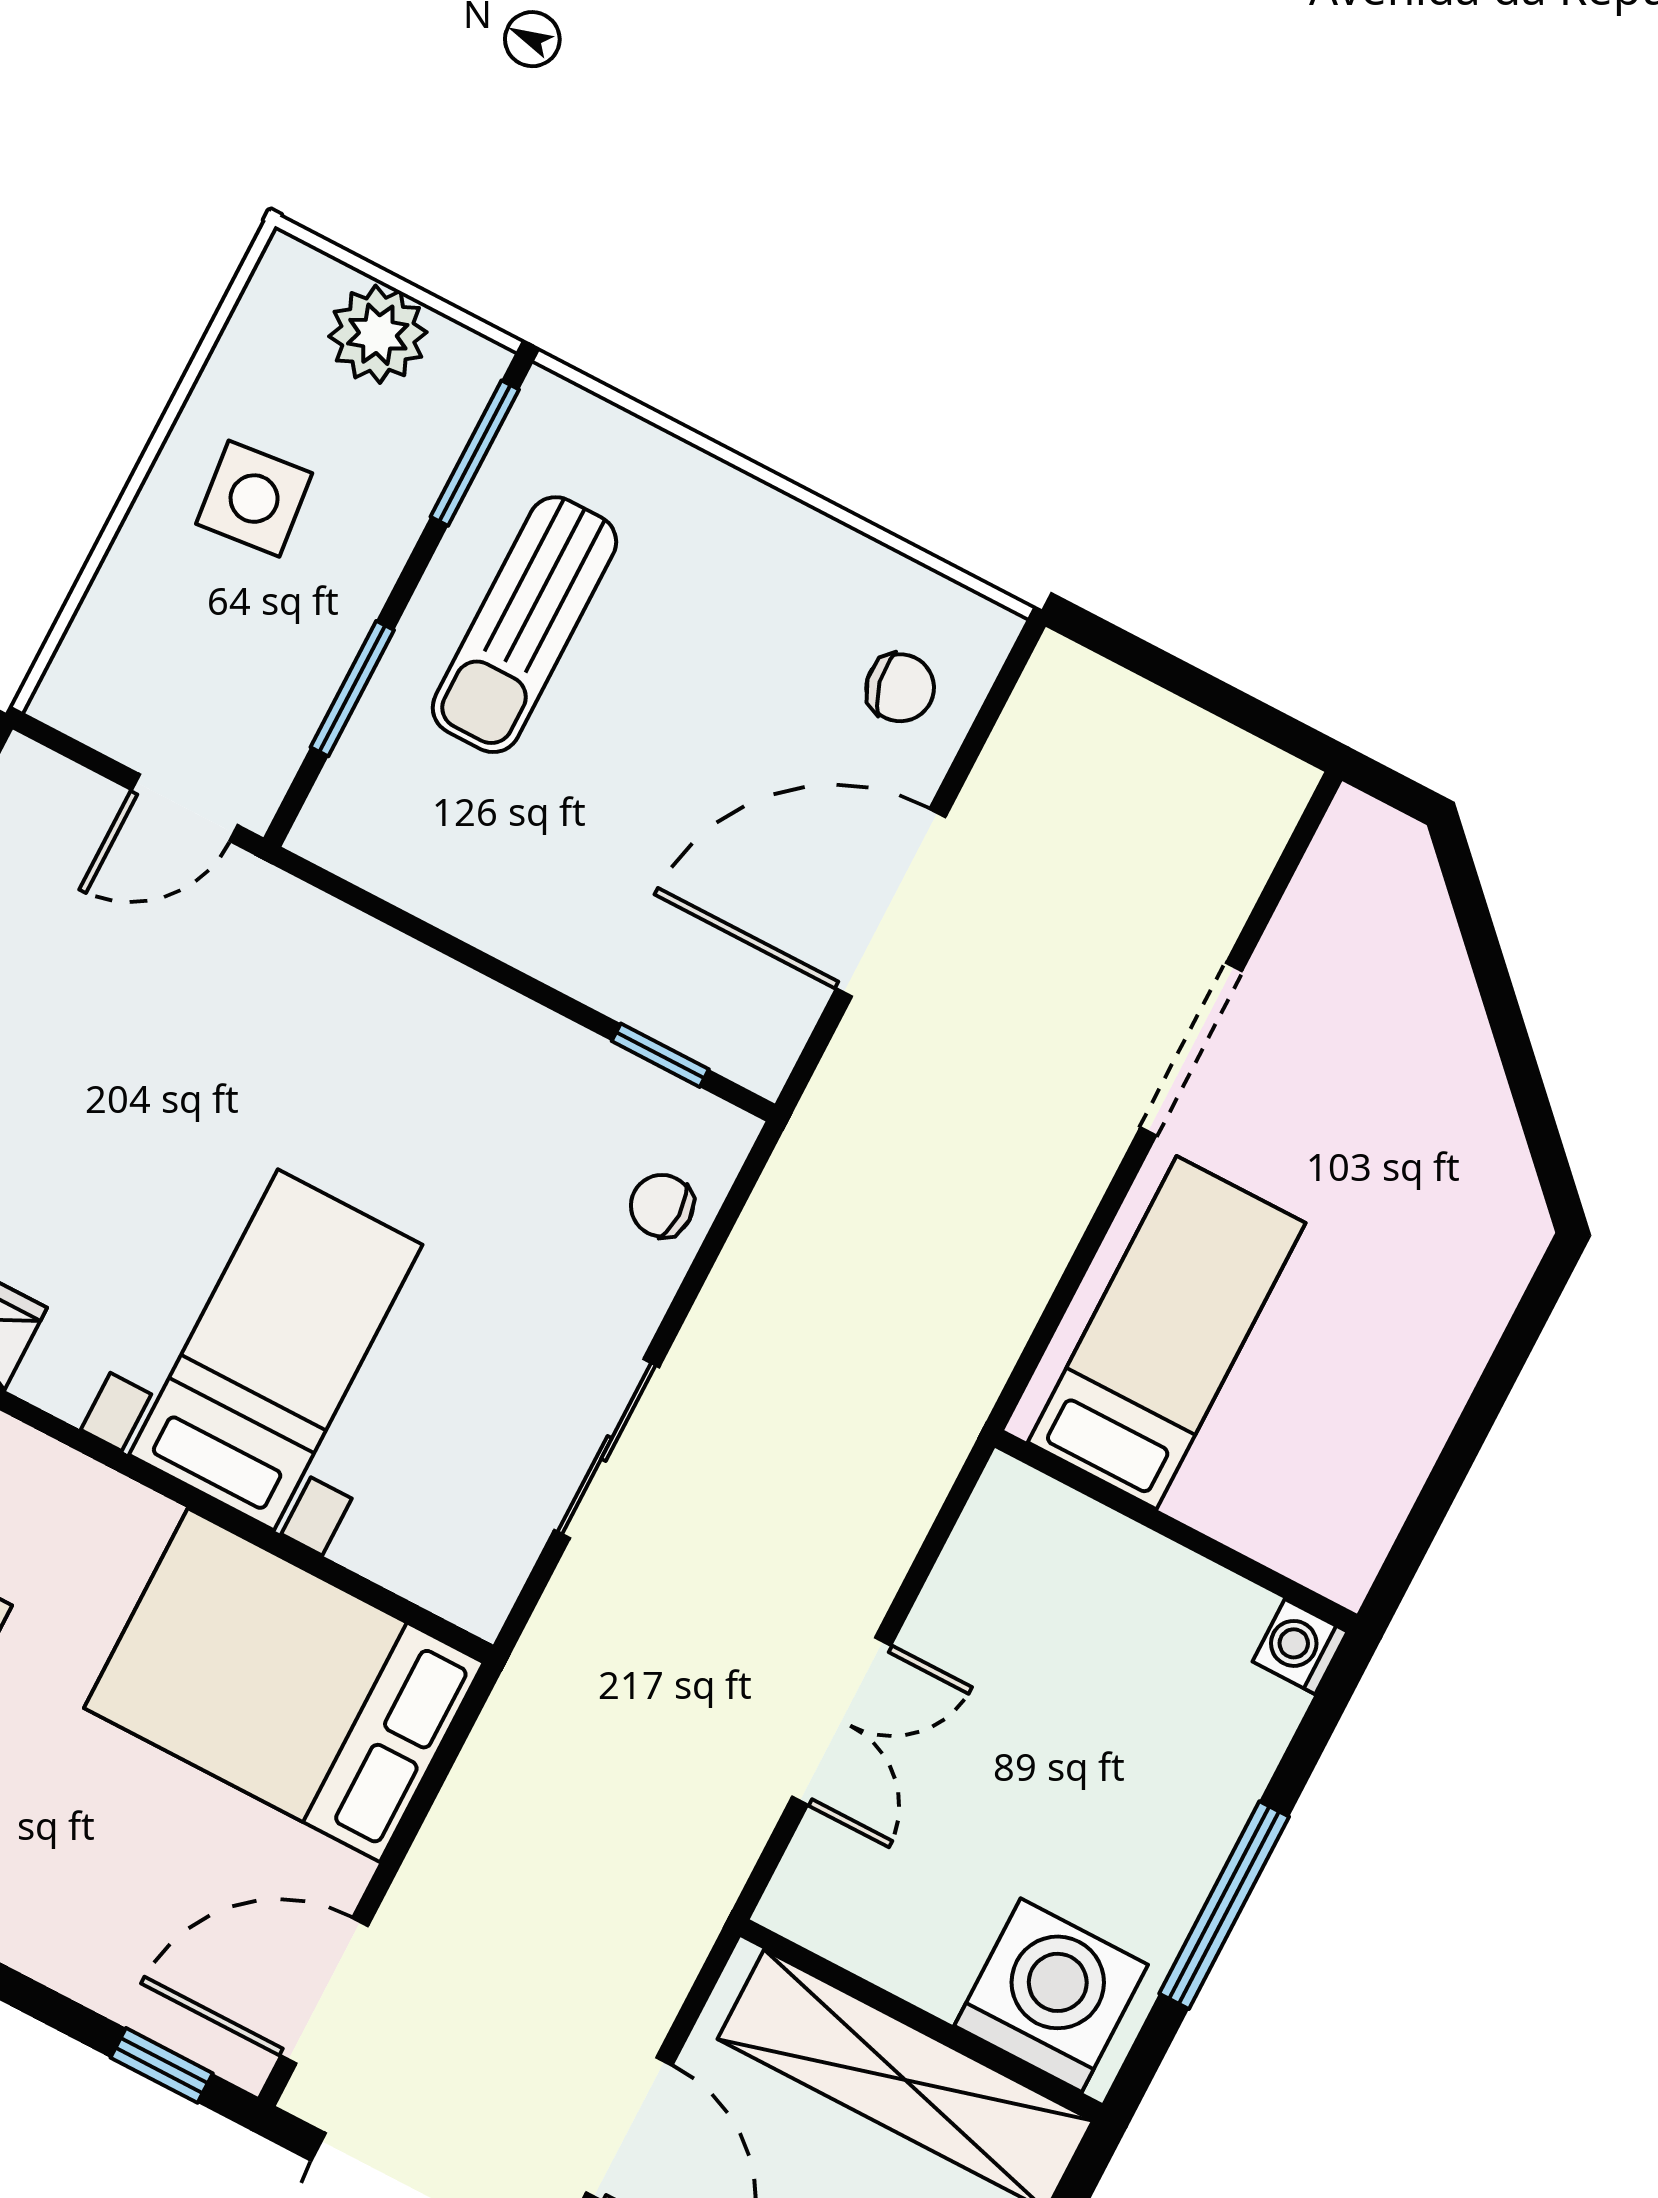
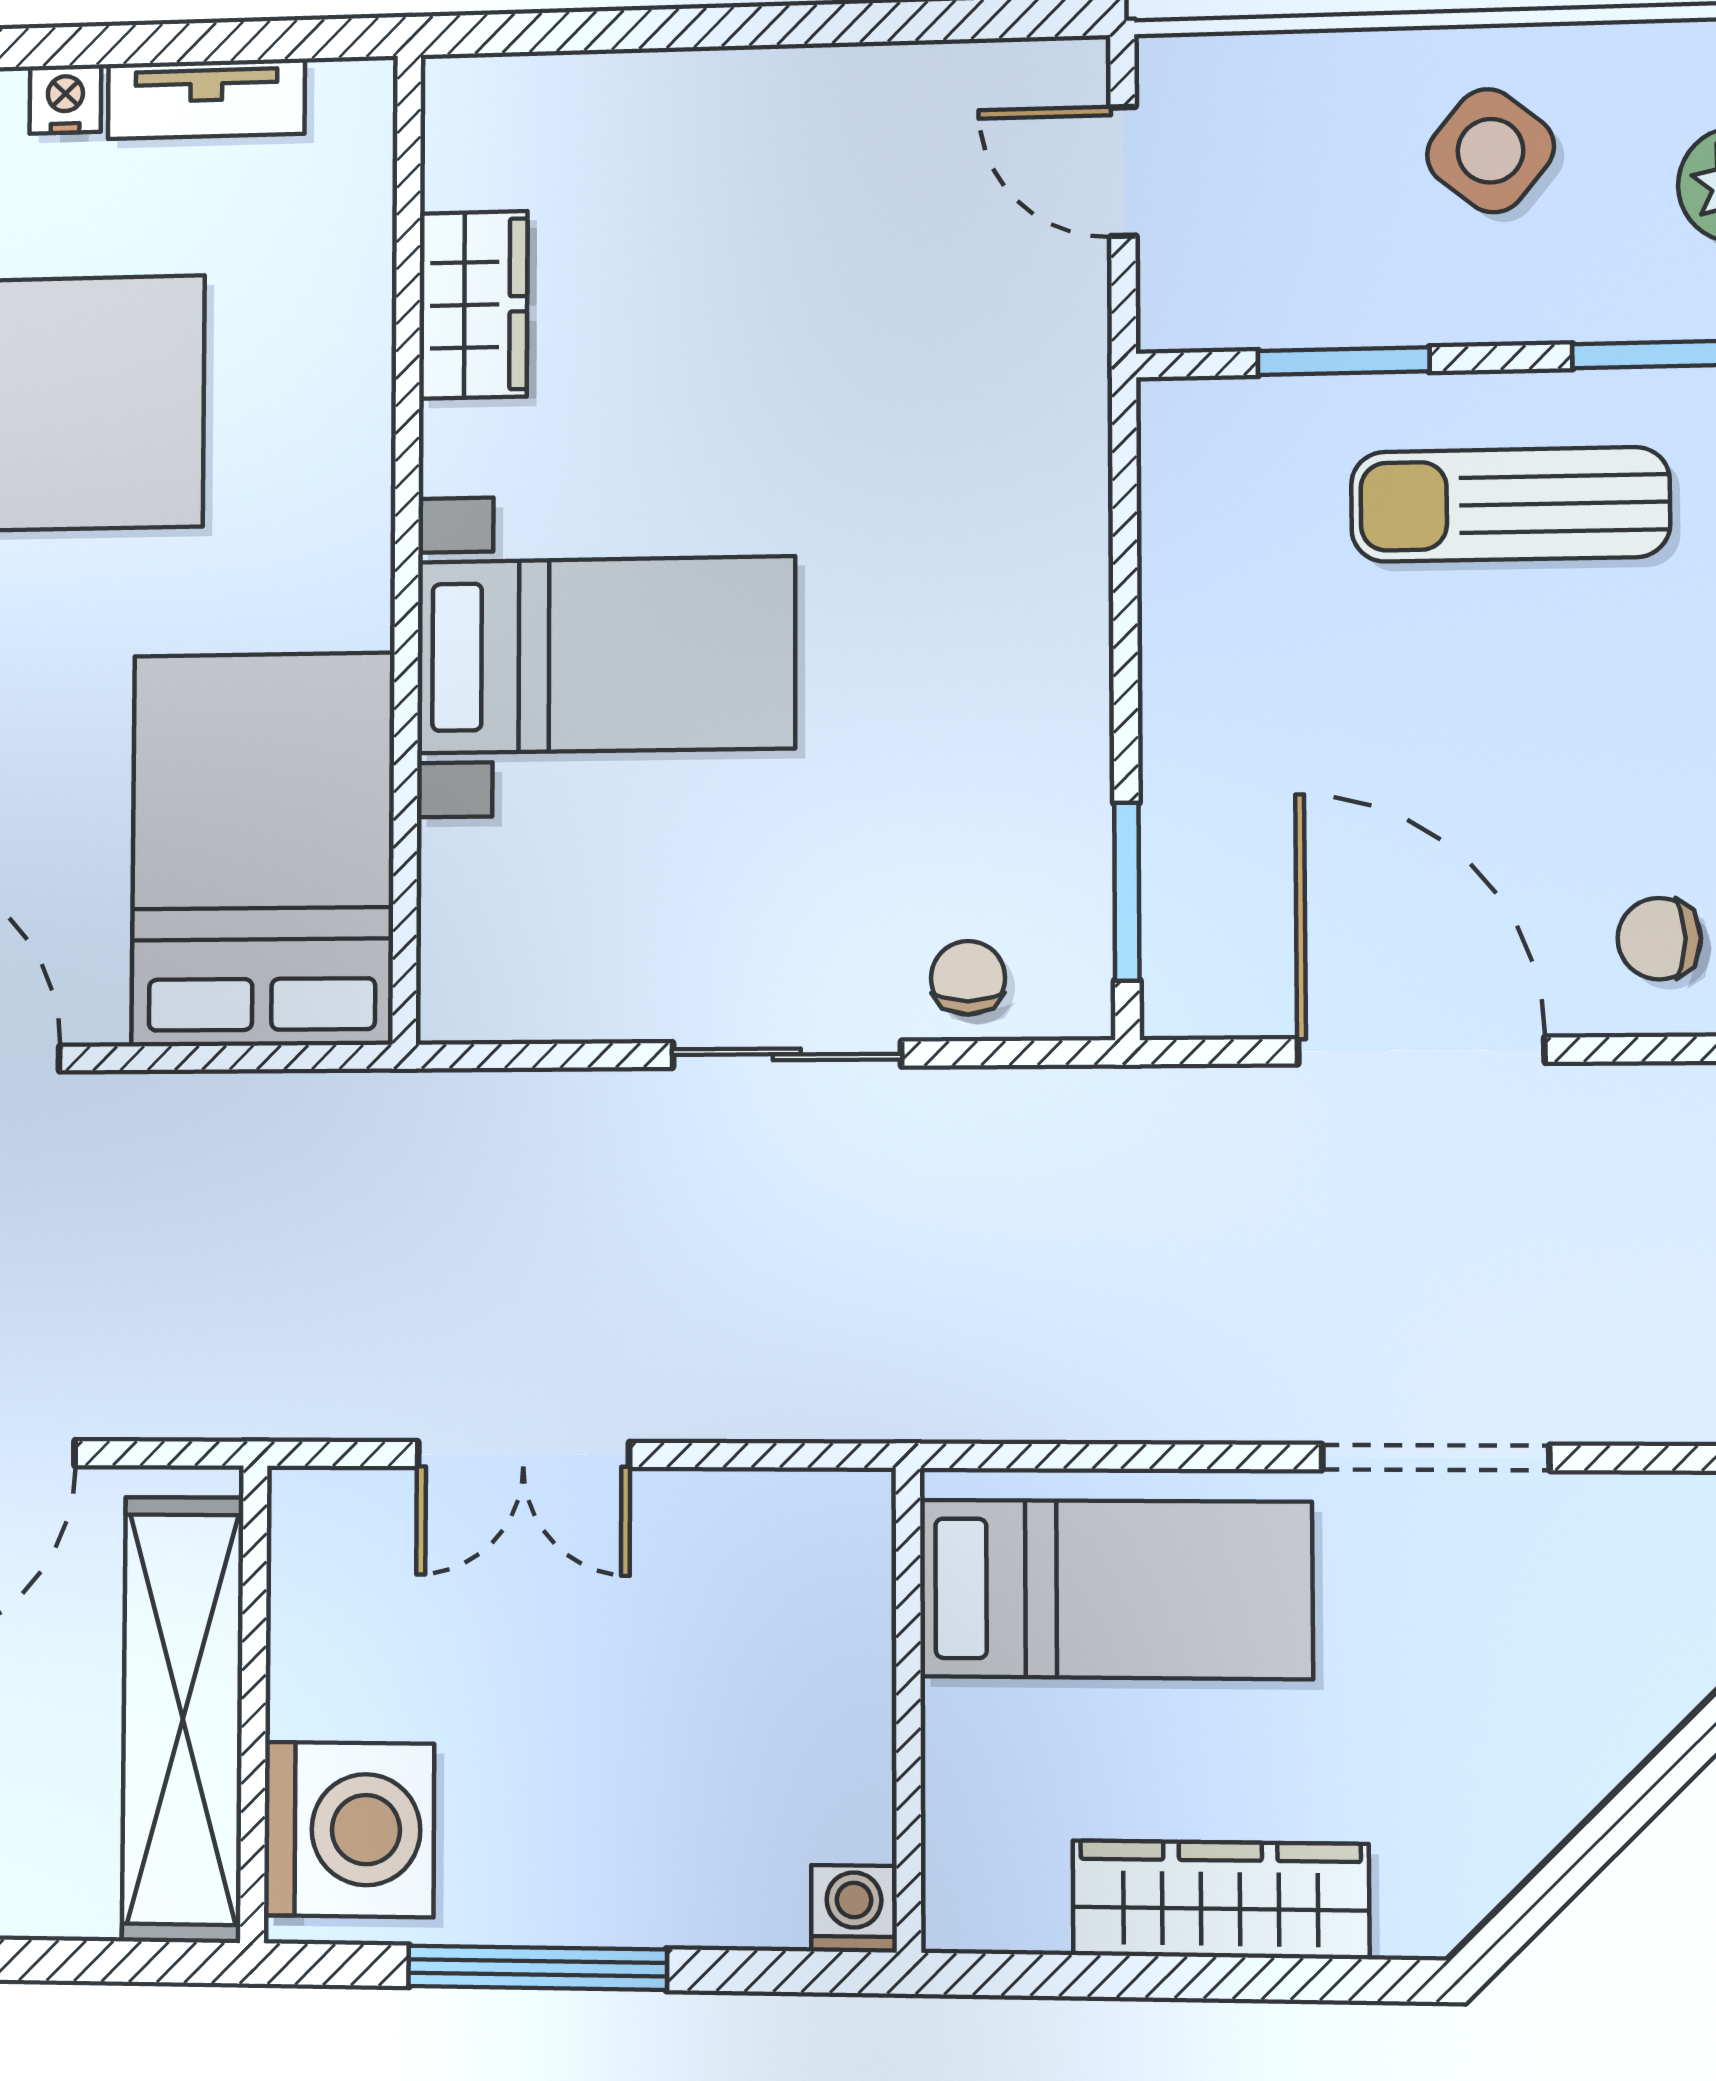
side table: (254, 499) -> (1490, 151), turned 45
chair: (900, 688) -> (1659, 939), turned 102
door: (185, 808) -> (1123, 171), moved
window: (660, 1055) -> (1127, 892), width x1.50
wardrobe: (1429, 1374) -> (1221, 1900), added
sliding door: (607, 1448) -> (787, 1054), moved

